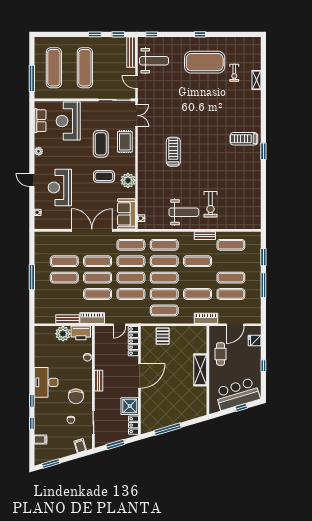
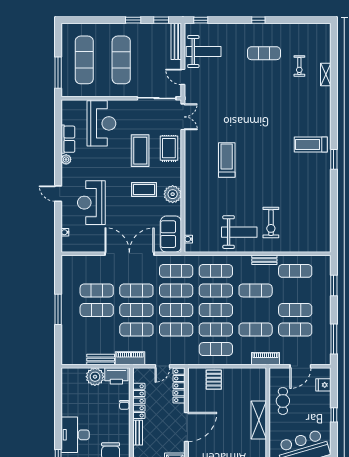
exercise mat: (205, 62) -> (264, 53), width x0.50, depth x0.69
row of seats: (40, 121) -> (68, 139), moved
reception desk: (68, 121) -> (101, 123), turned 180
window: (263, 285) -> (334, 339), moved
locker: (100, 354) -> (139, 401), added

